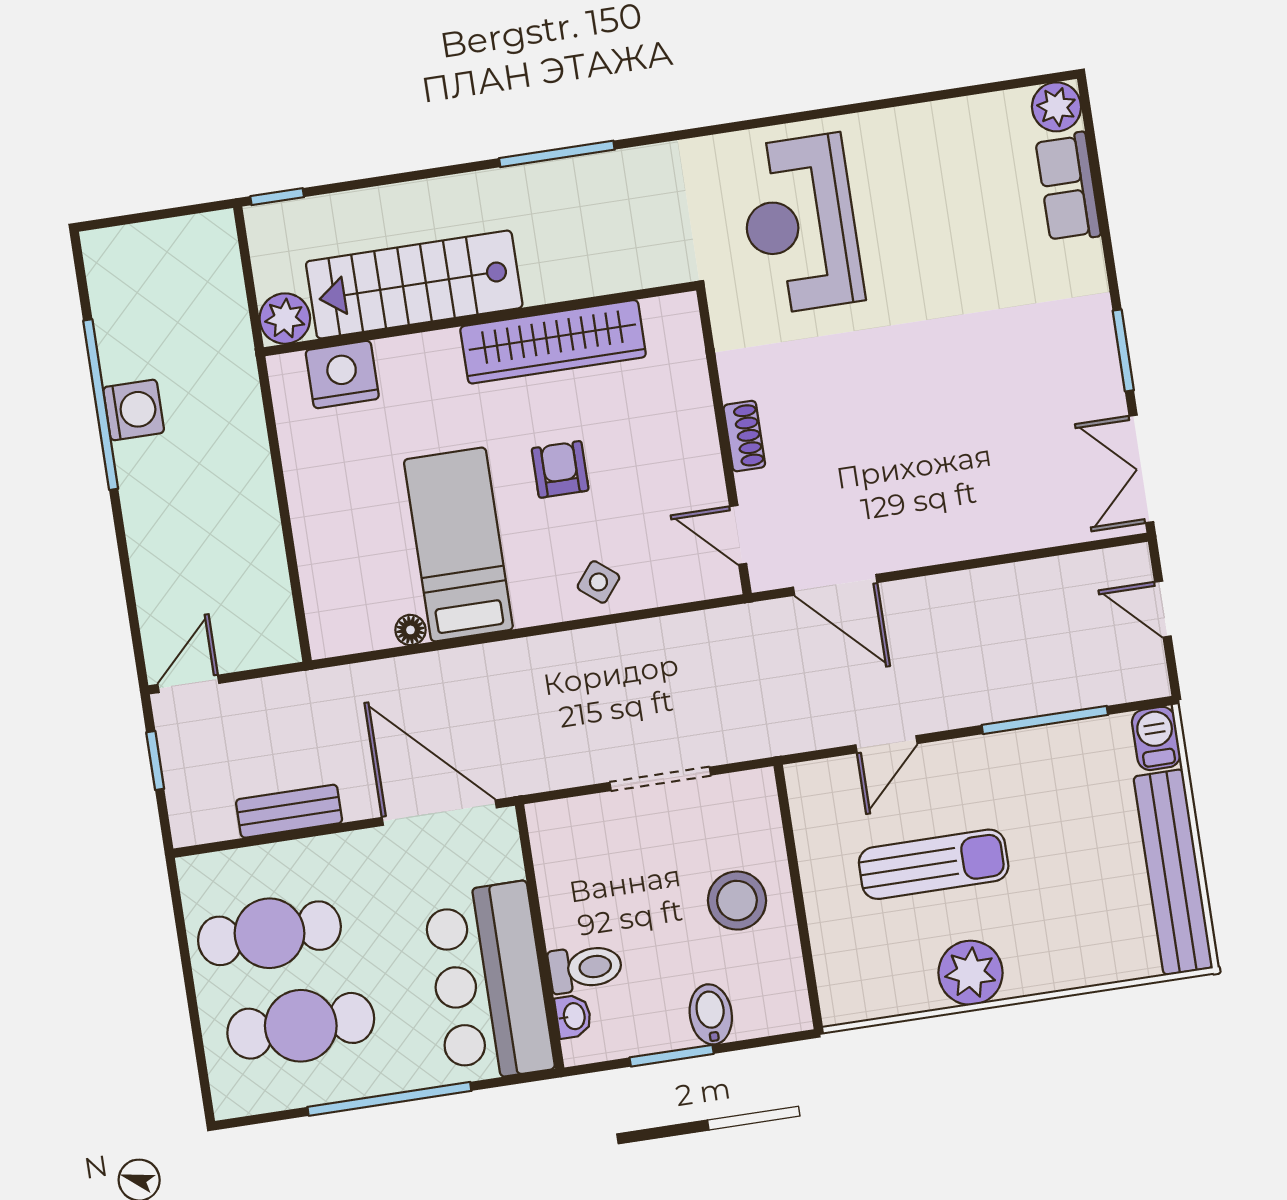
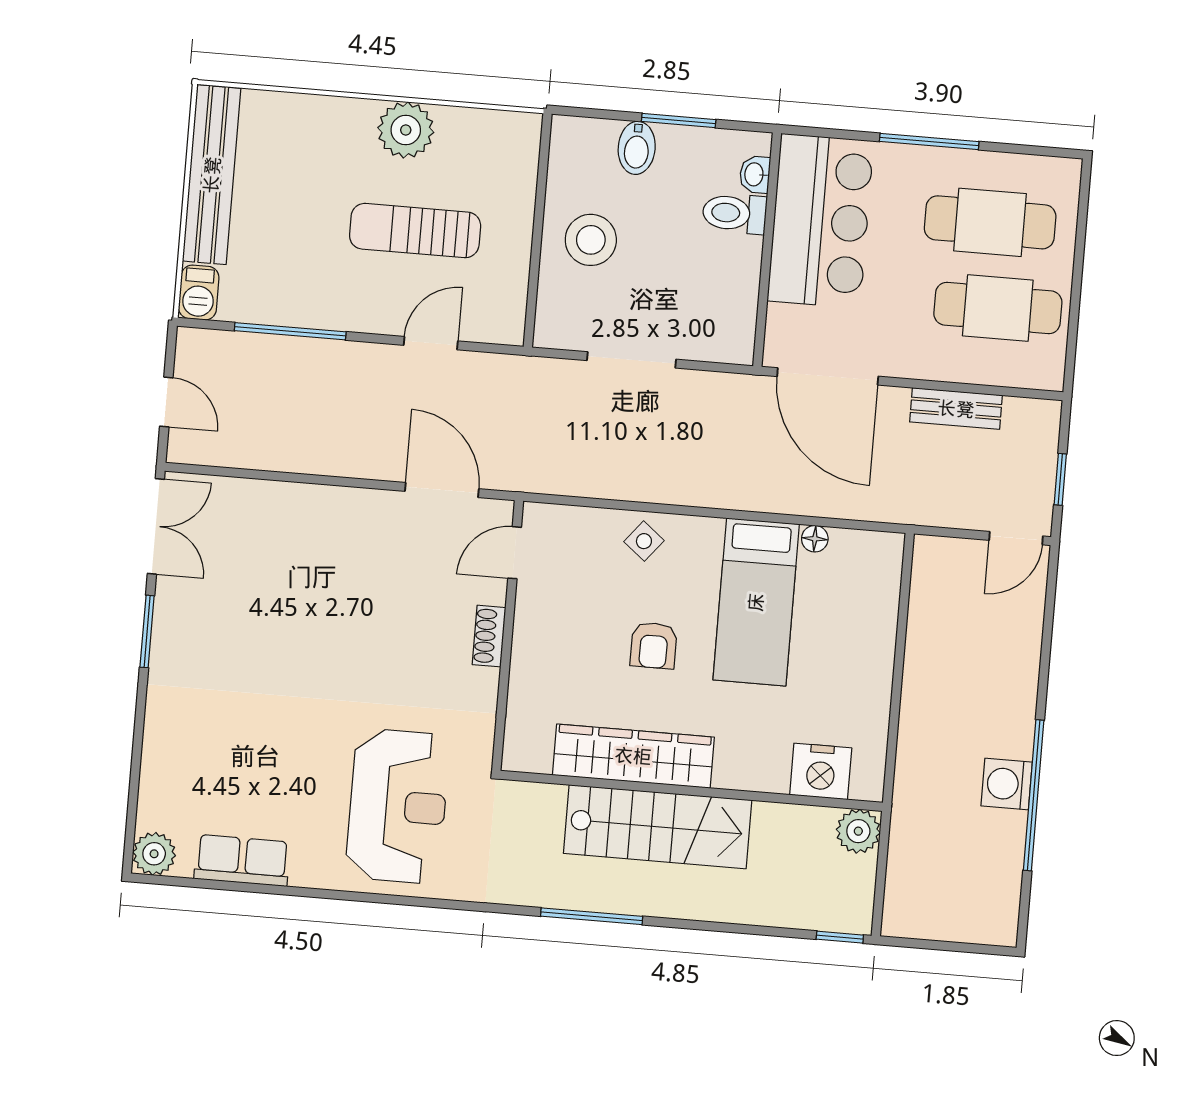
row of seats: (1068, 187) -> (242, 860), moved, turned -90
stairs: (414, 285) -> (658, 827), moved
door: (738, 535) -> (515, 553), swing flipped
window: (389, 1099) -> (929, 142), width x0.68

